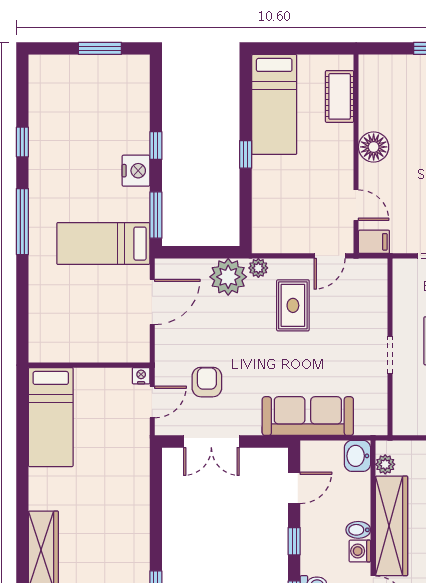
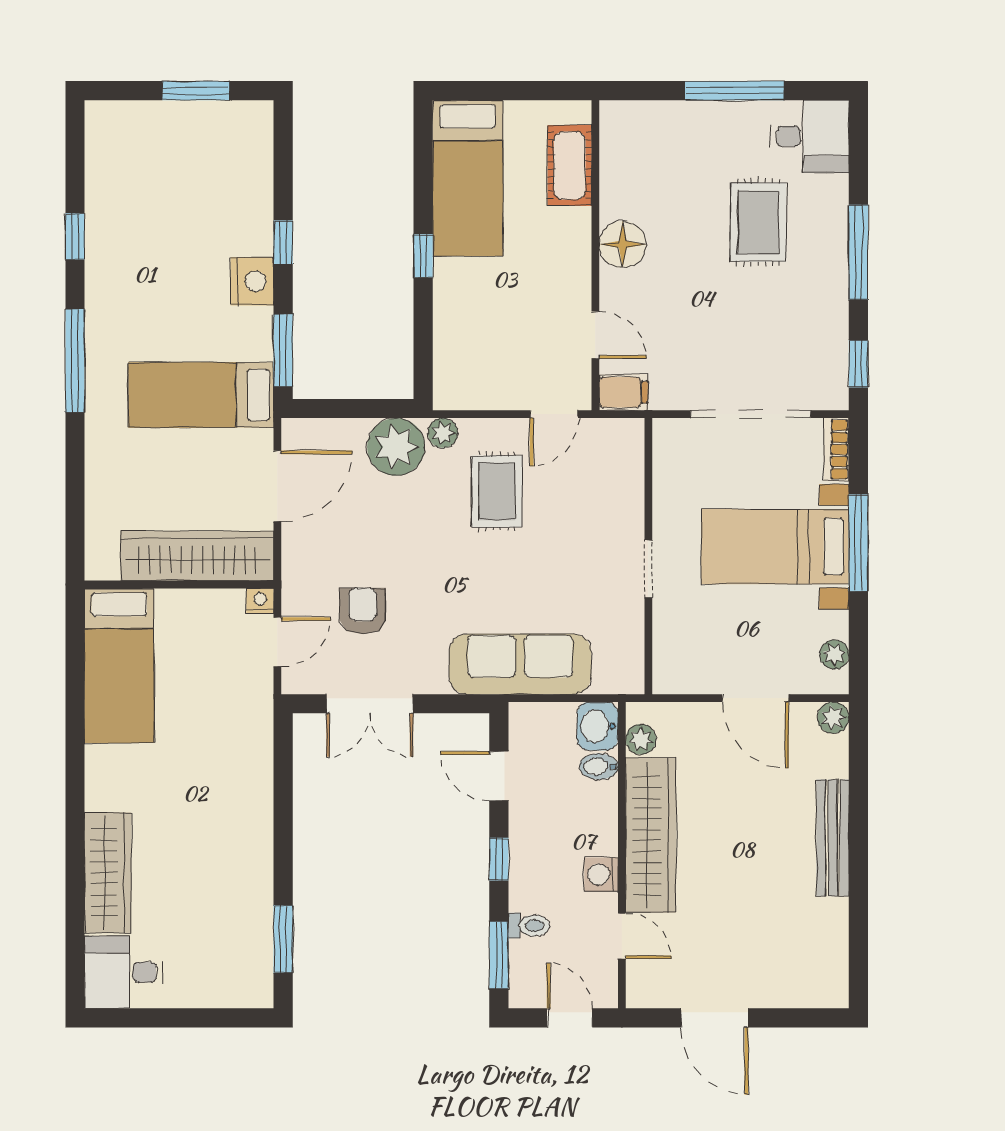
wardrobe: (101, 347) -> (197, 556), added
door: (294, 488) -> (499, 776), swing flipped
bidet: (358, 530) -> (599, 767), moved

